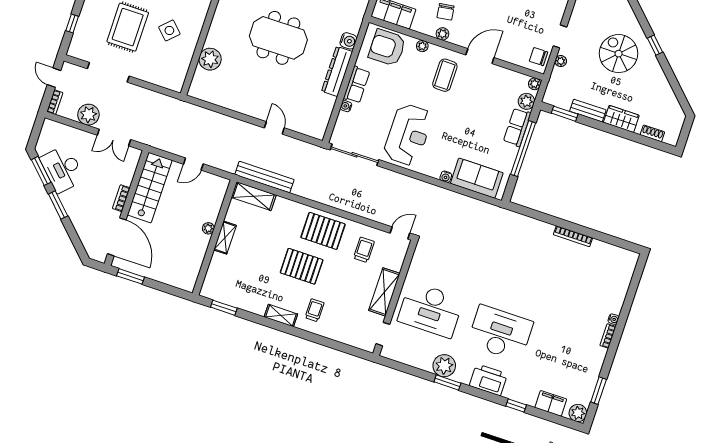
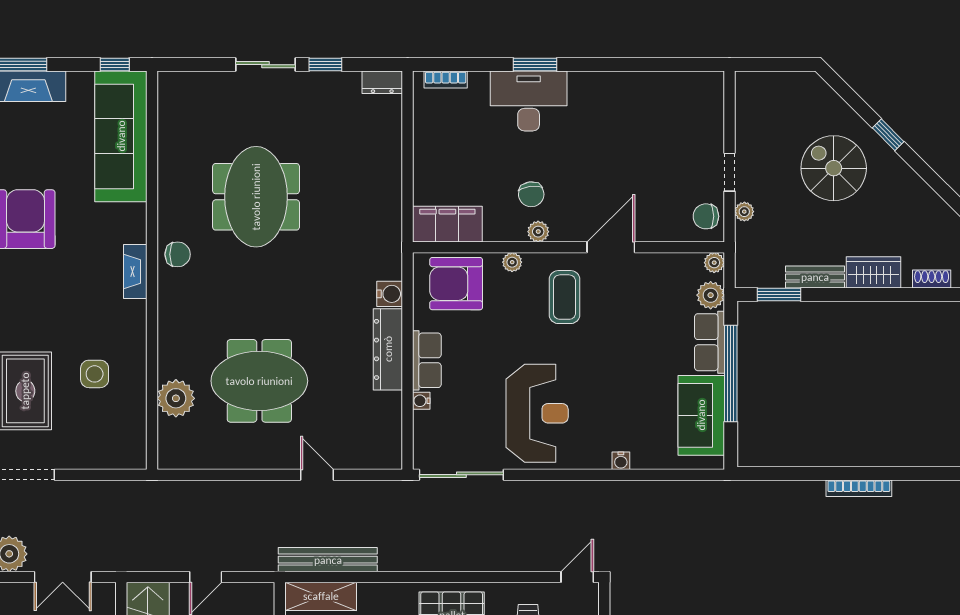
side table: (169, 30) -> (95, 374), turned 45
meeting table: (278, 38) -> (259, 381), moved
sofa: (477, 178) -> (701, 415), moved, turned -90

